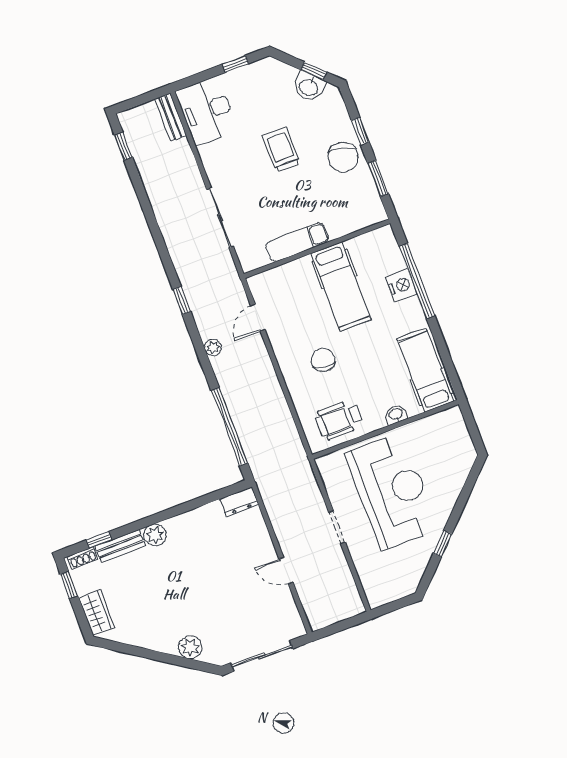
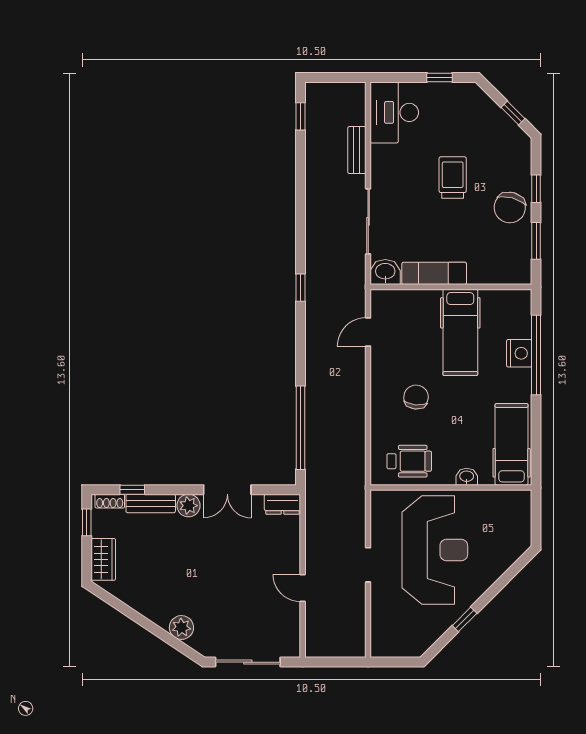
washbasin: (309, 87) -> (385, 272), moved, turned 135
bench: (171, 117) -> (357, 150), moved
plant: (213, 348) -> (313, 345), removed
wheelchair: (339, 420) -> (409, 461), turned 180
double door: (185, 508) -> (227, 490), added

